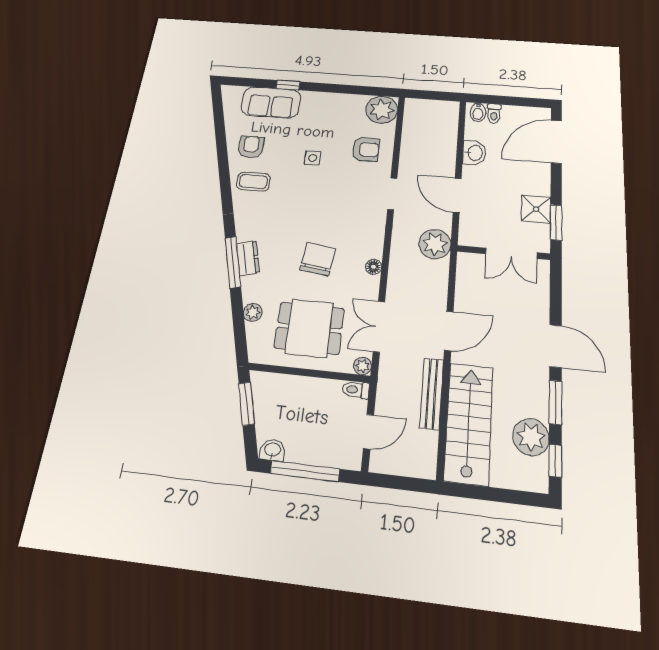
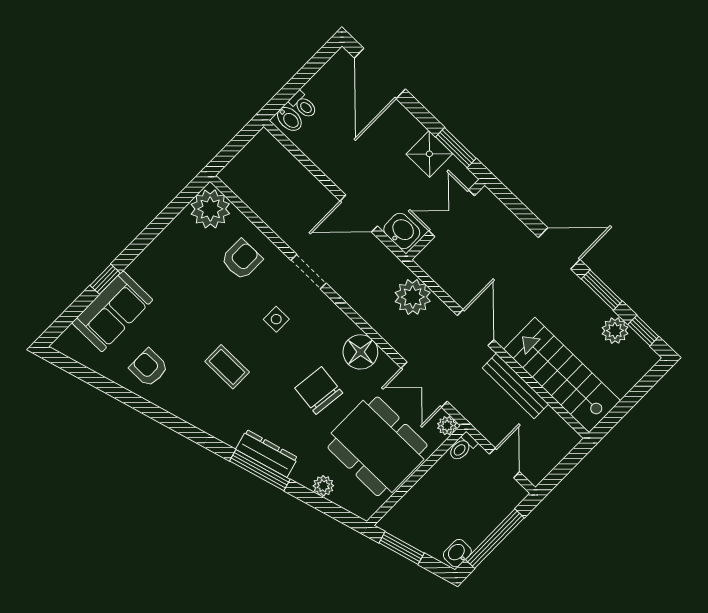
washbasin: (474, 153) -> (402, 231), moved
side table: (313, 158) -> (276, 319), moved
coffee table: (253, 182) -> (227, 367), moved, turned 90
plant: (435, 244) -> (413, 297), moved
double door: (511, 253) -> (452, 213), swing flipped
dresser: (248, 258) -> (267, 453), width x1.44
floor lamp: (374, 267) -> (360, 352), width x1.89, depth x1.89
dining table: (309, 328) -> (378, 446), width x1.38
plant: (531, 437) -> (615, 331), width x0.73, depth x0.73

